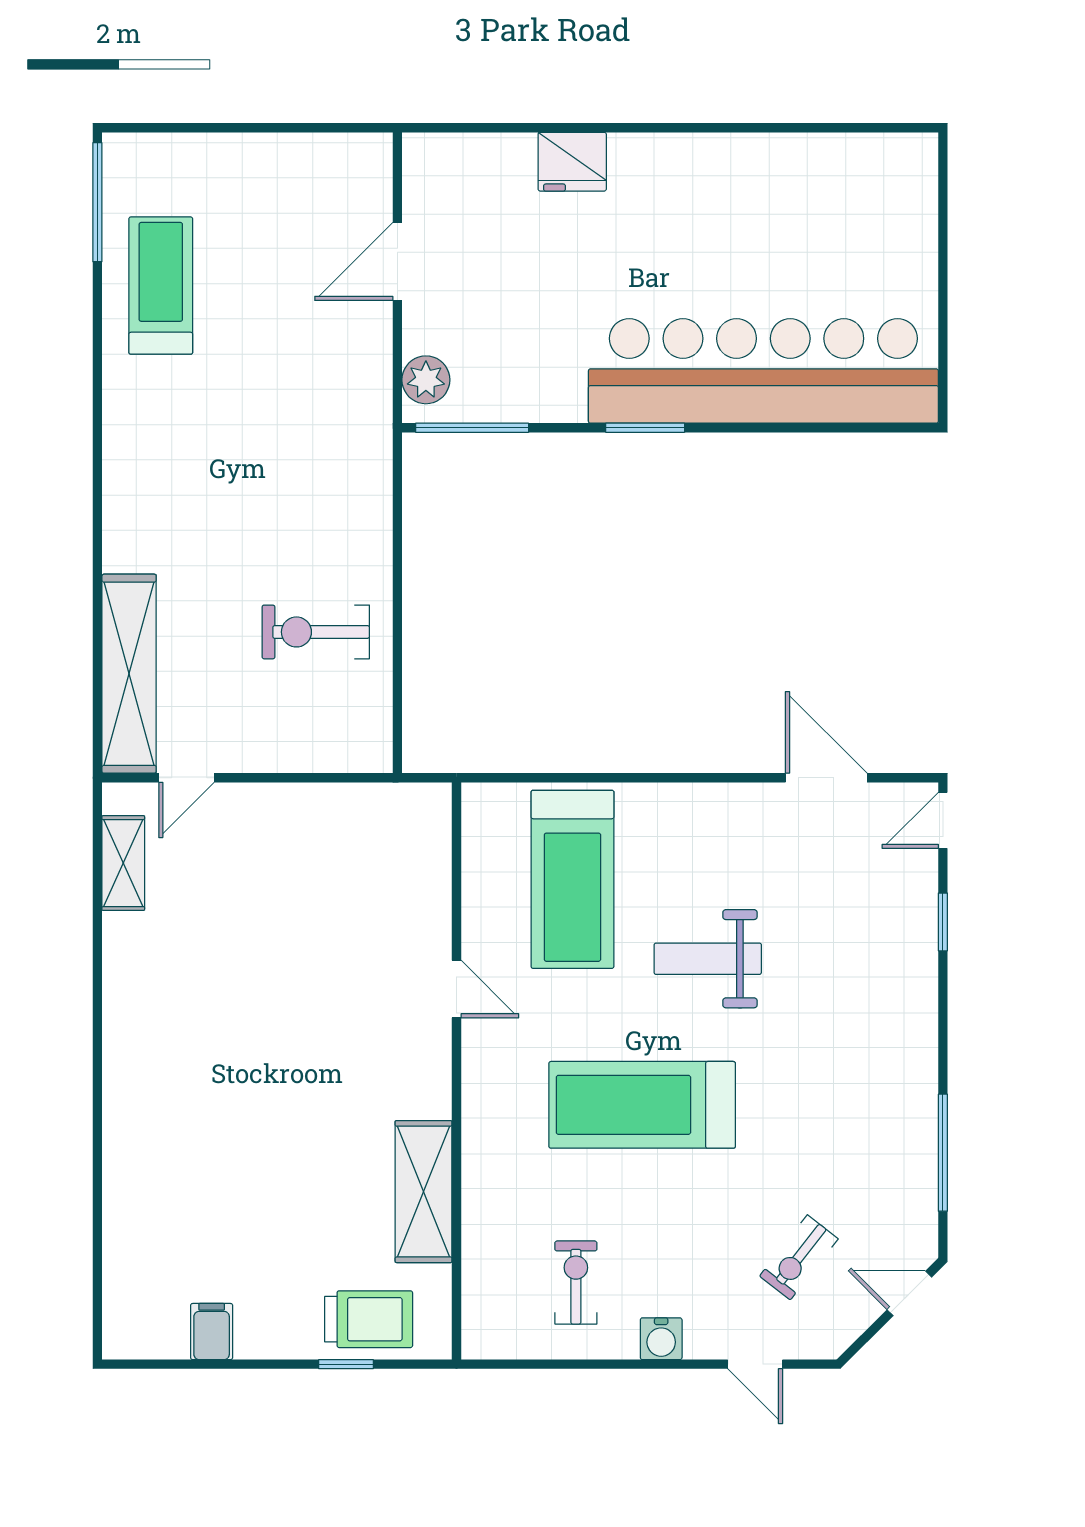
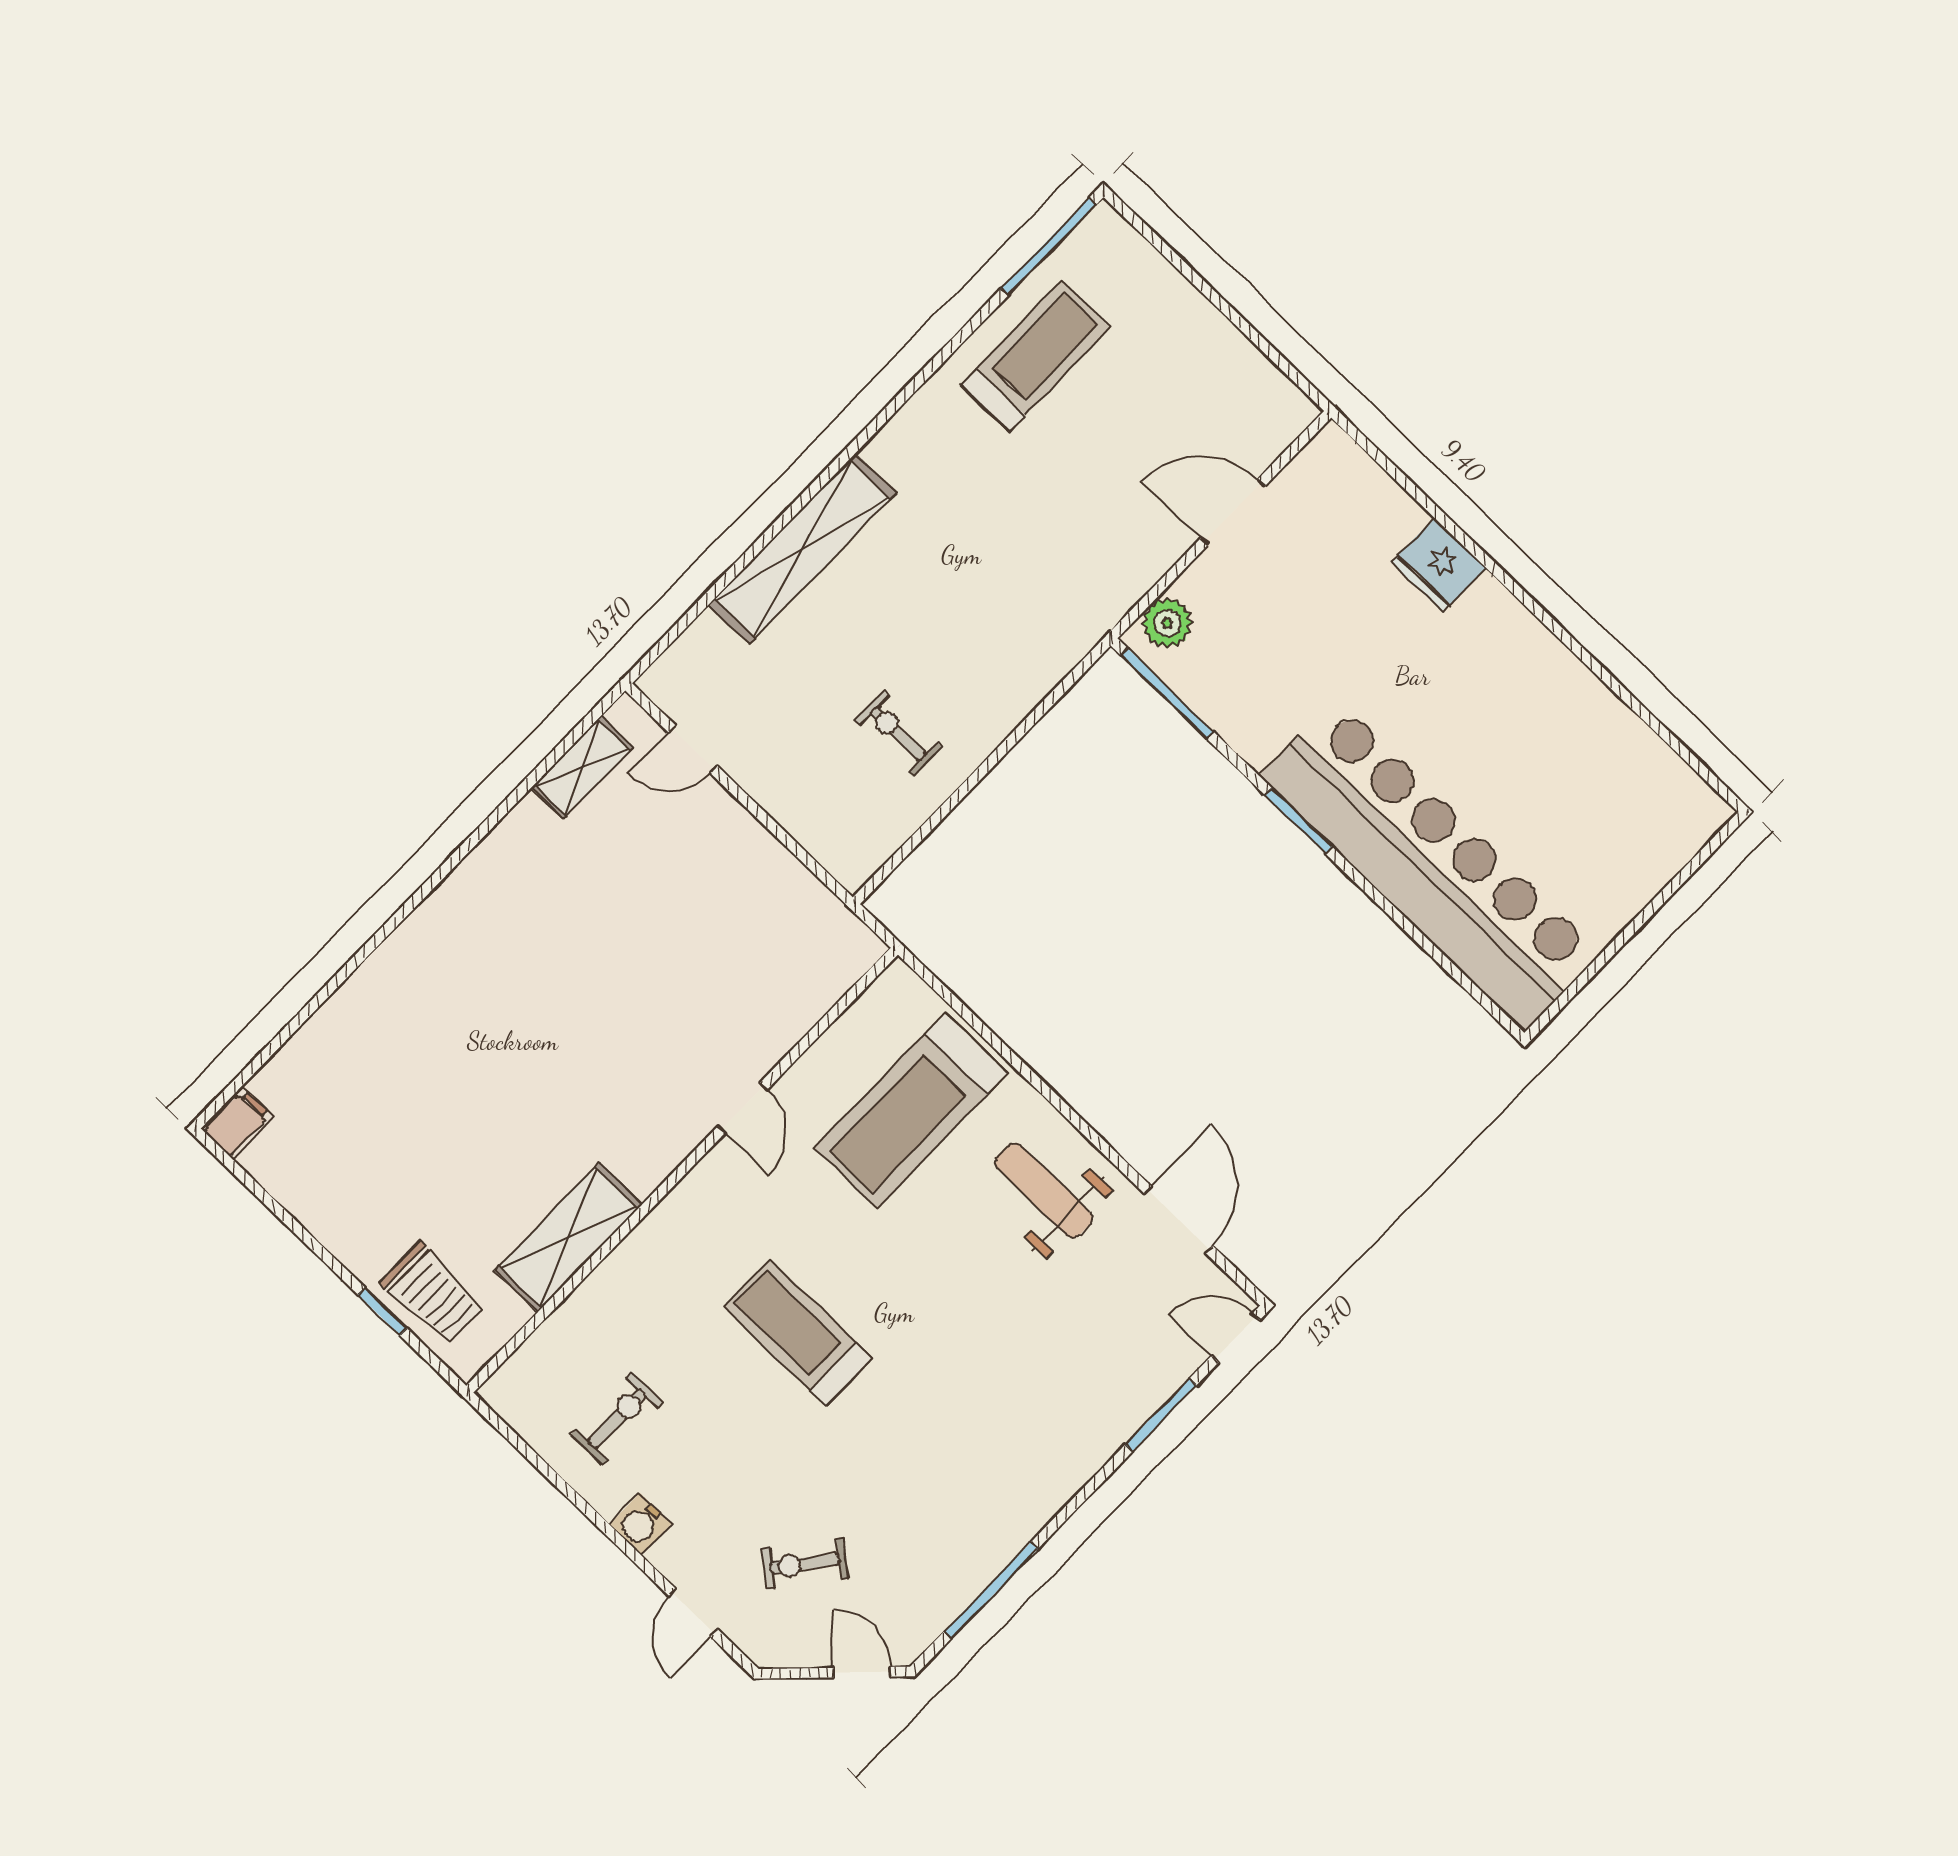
exercise bike: (316, 632) -> (898, 733), width x0.73, depth x0.72
shelving: (129, 674) -> (802, 549), moved
window: (943, 922) -> (1161, 1415), width x1.50
weight bench: (708, 959) -> (1044, 1190), moved
treadmill: (642, 1105) -> (798, 1332), width x0.73, depth x0.73
filing cabinet: (212, 1332) -> (237, 1123), moved

